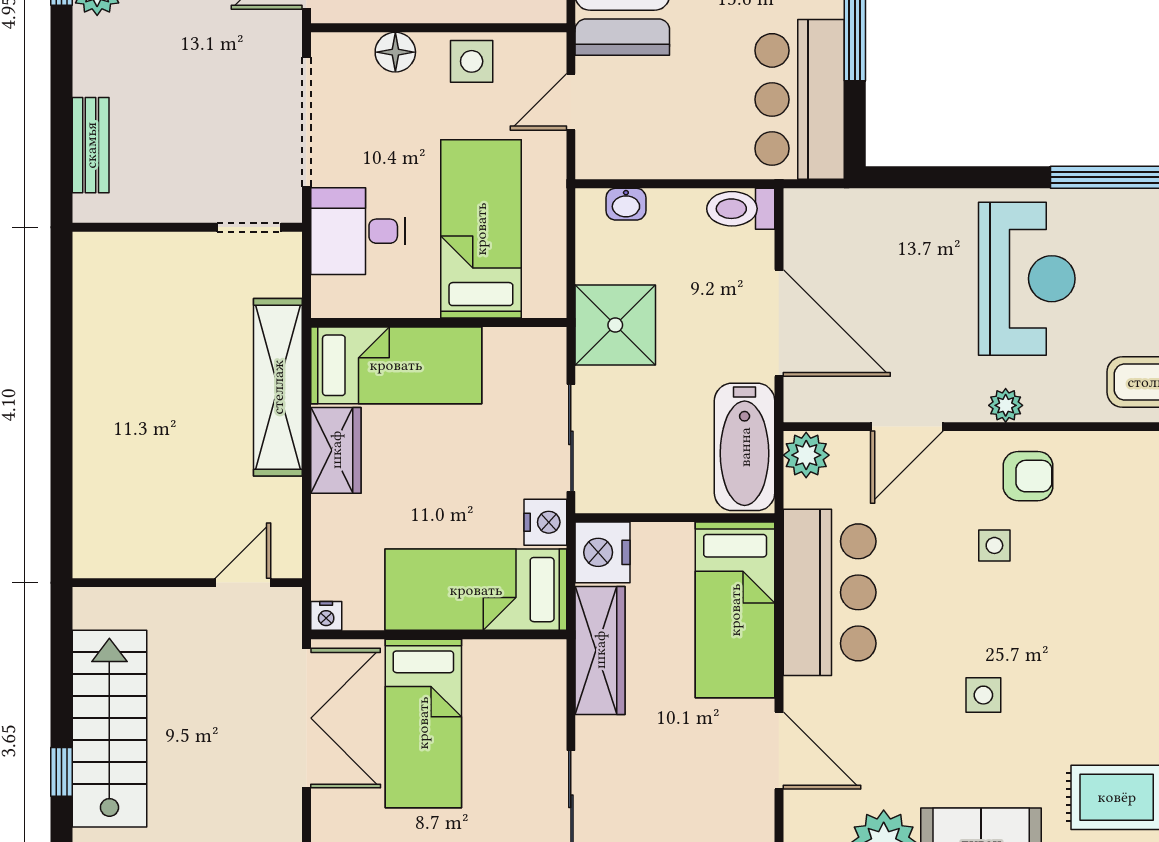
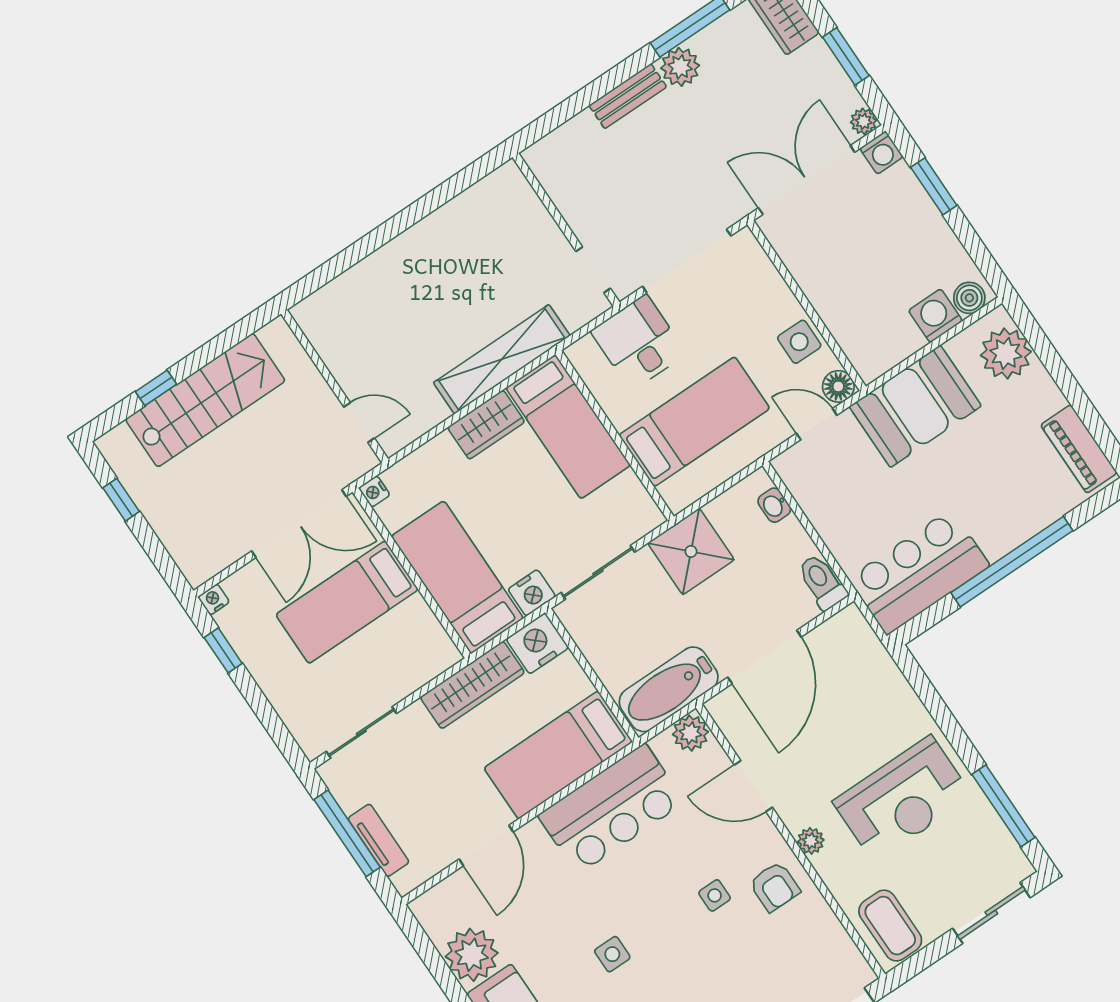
floor lamp: (395, 52) -> (838, 386), moved
bench: (91, 145) -> (628, 96), moved

